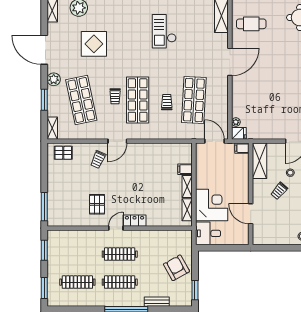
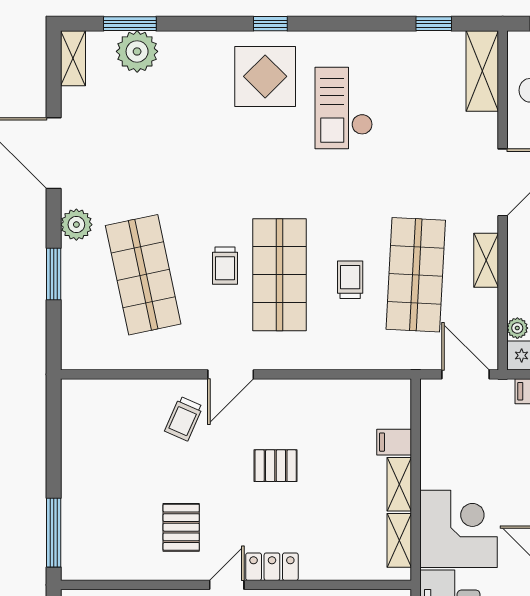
display table: (94, 44) -> (265, 76), moved
shelving: (52, 128) -> (486, 260), moved
pallet: (63, 153) -> (276, 466), moved

